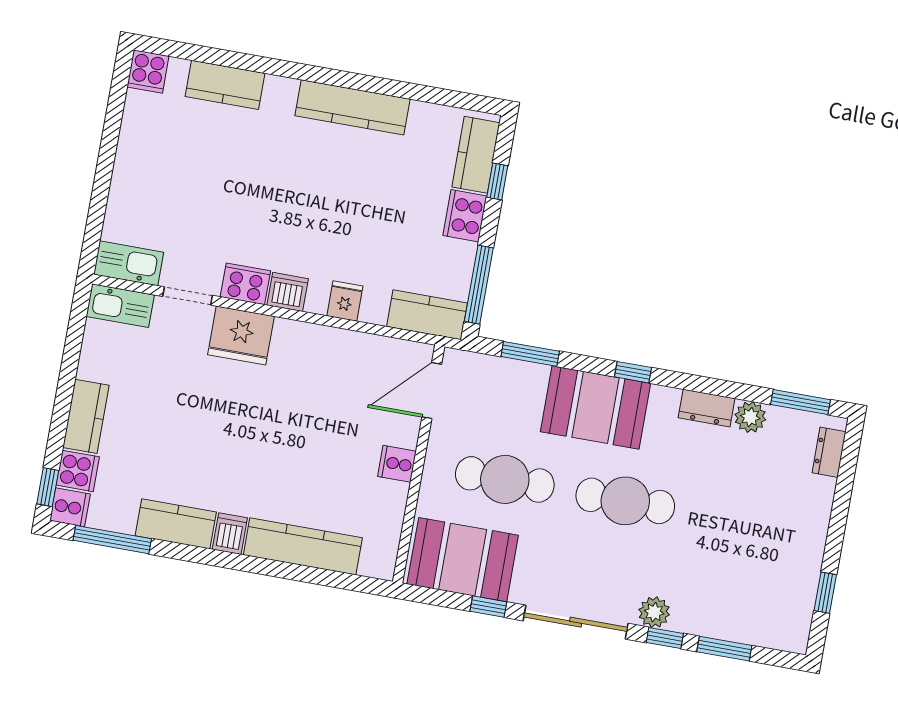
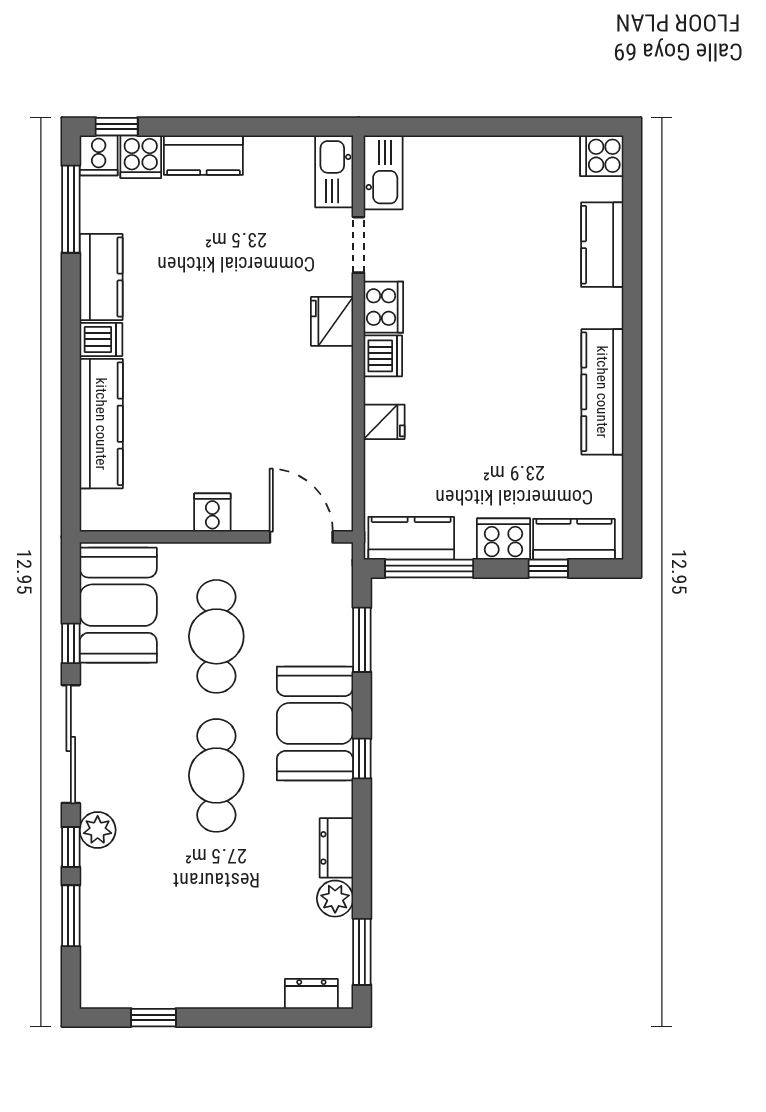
kitchen counter: (427, 315) -> (411, 538), moved, turned -90
fridge: (241, 335) -> (332, 321), width x0.73, depth x0.75

